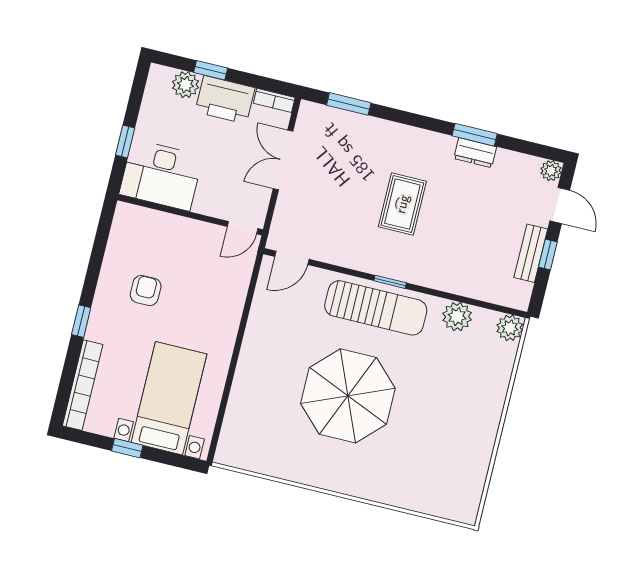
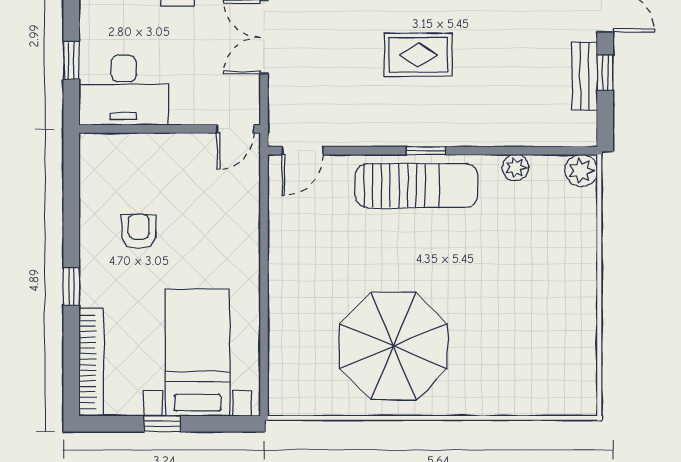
rug: (402, 204) -> (418, 55), turned 90
plant: (457, 317) -> (515, 167), width x0.73, depth x0.73
parasol: (348, 396) -> (394, 346), moved

